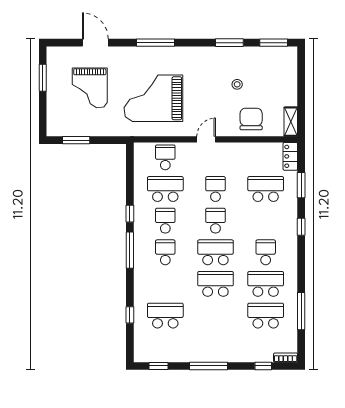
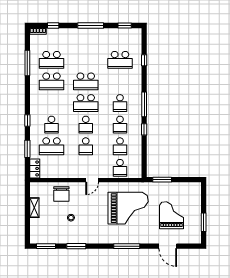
shelving: (291, 122) -> (34, 208), moved
window: (76, 140) -> (162, 180), moved
school desk: (165, 189) -> (120, 146), width x0.54
school desk: (266, 252) -> (51, 125), moved

